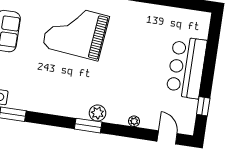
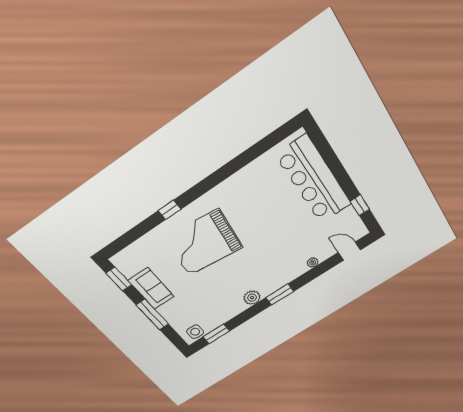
bar counter: (187, 67) -> (314, 180), width x1.36
plant: (98, 113) -> (252, 298), moved

